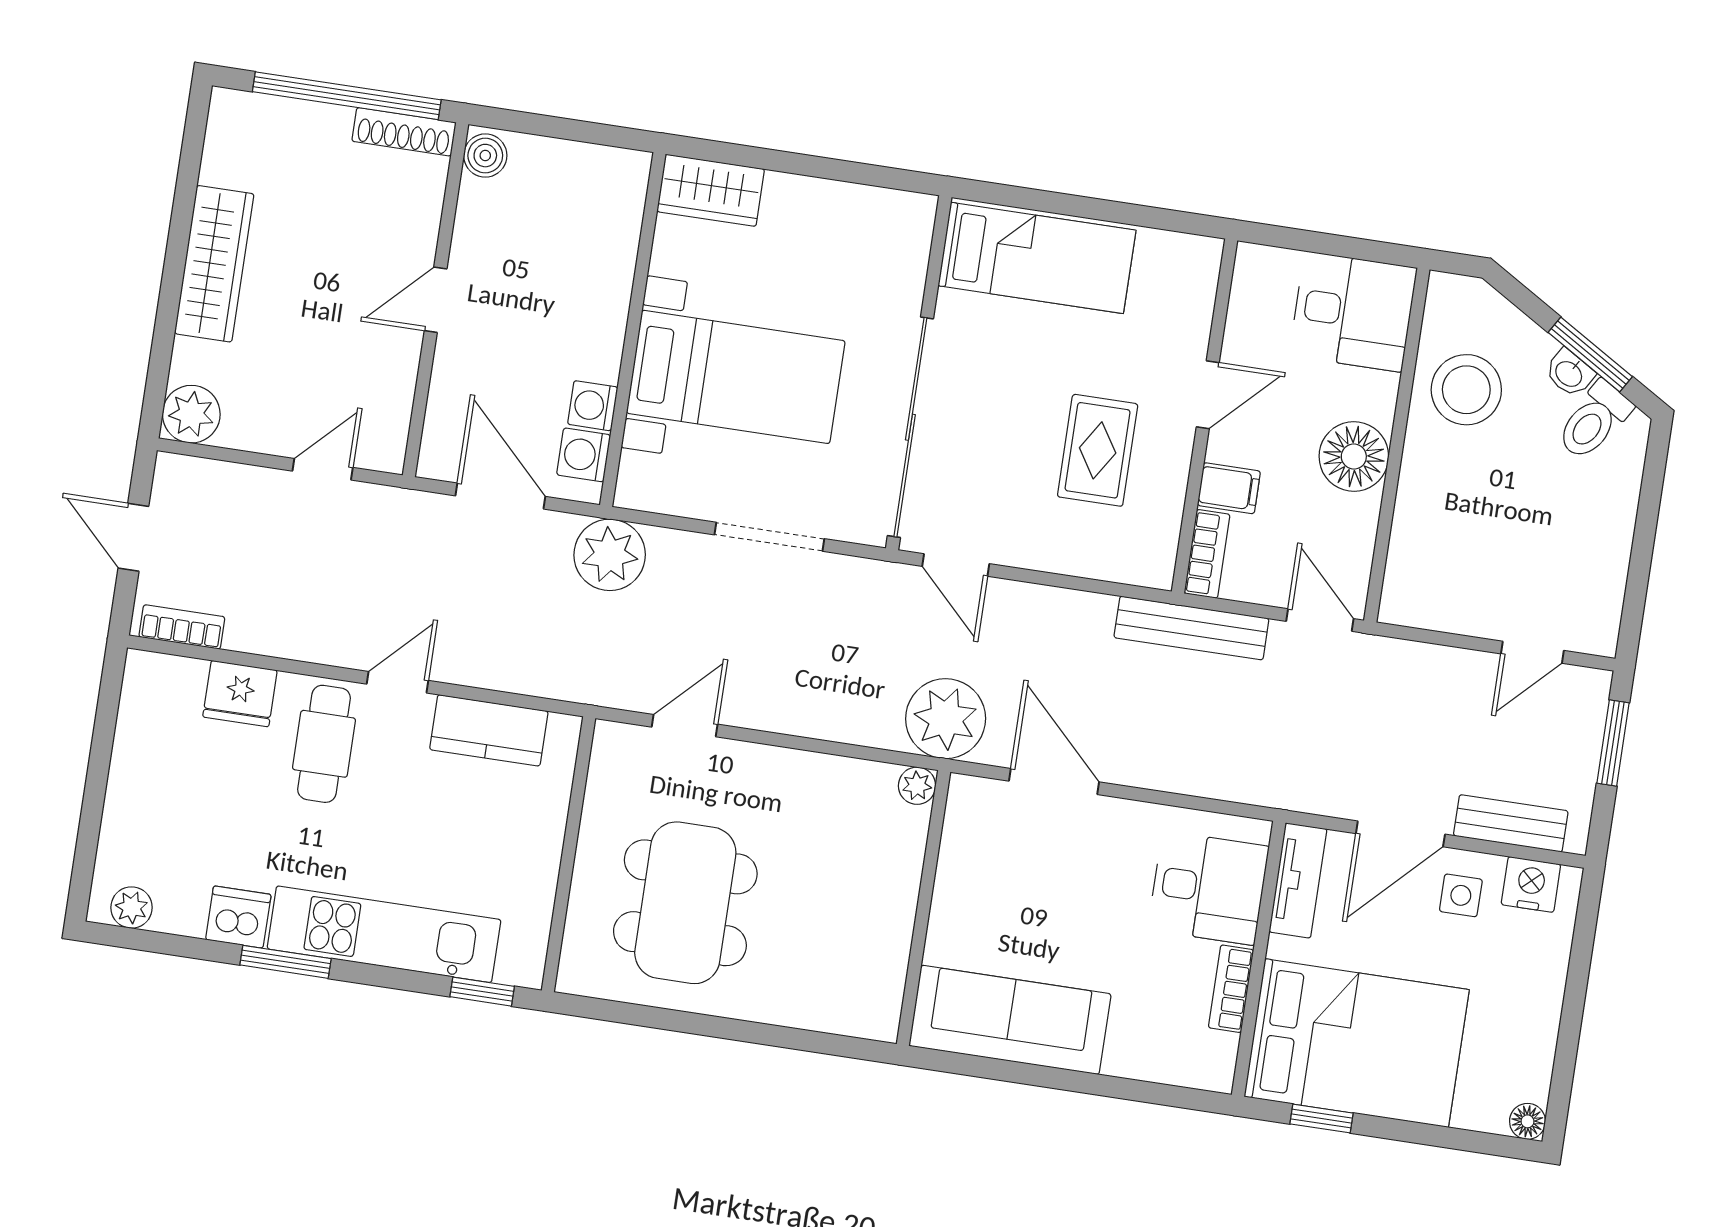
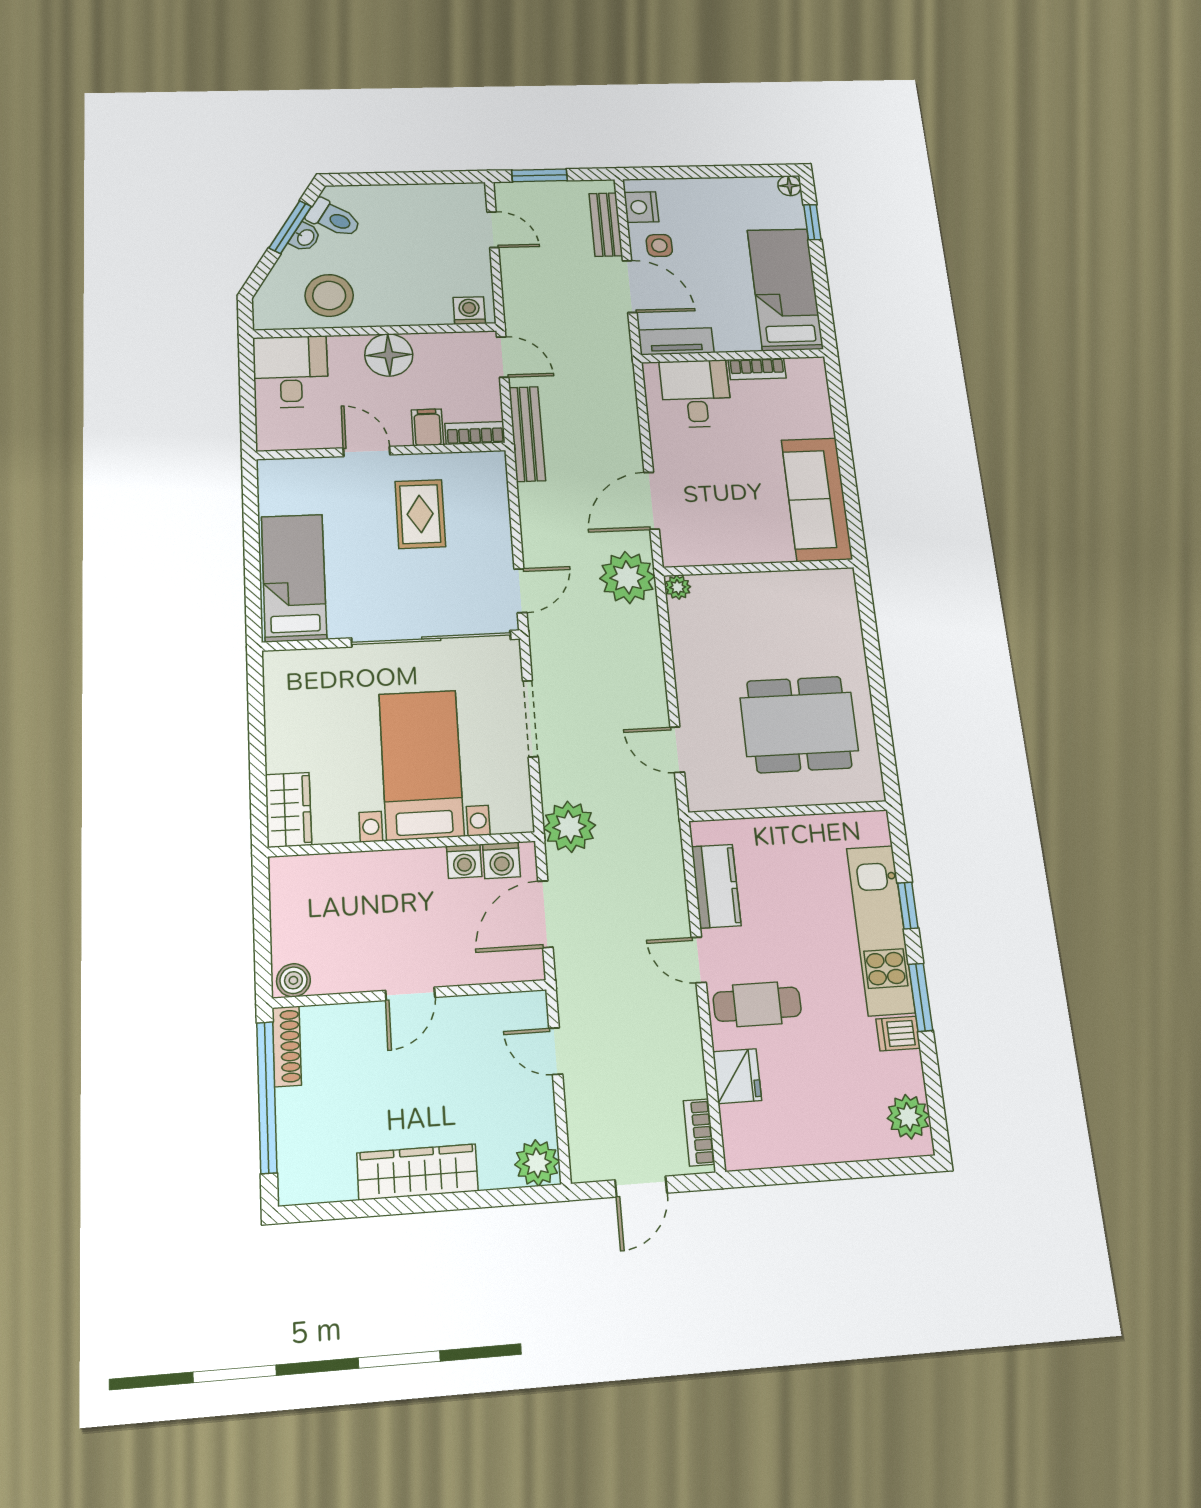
door: (436, 300) -> (410, 994), hinge flipped
rug: (1098, 450) -> (420, 514), turned 90
washing machine: (1404, 588) -> (469, 311), added
door: (1320, 620) -> (503, 357), swing flipped
plant: (132, 908) -> (908, 1117), width x1.38, depth x1.38
dishwasher: (238, 917) -> (898, 1034), width x0.73
window: (482, 992) -> (908, 906), moved
bed: (1357, 1043) -> (785, 289), width x0.67
window: (1322, 1118) -> (812, 222), moved

